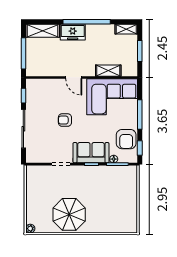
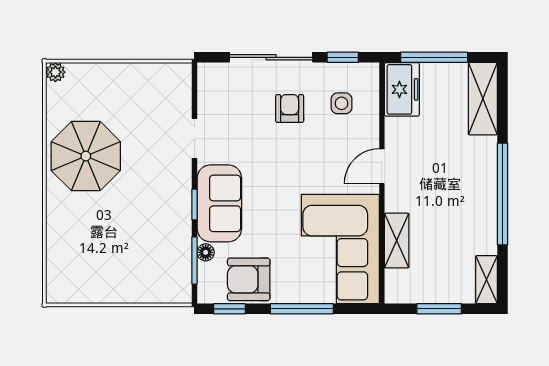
freezer: (73, 32) -> (402, 89), moved, turned 180
side table: (45, 96) -> (341, 103), added
armchair: (65, 120) -> (290, 108), moved

